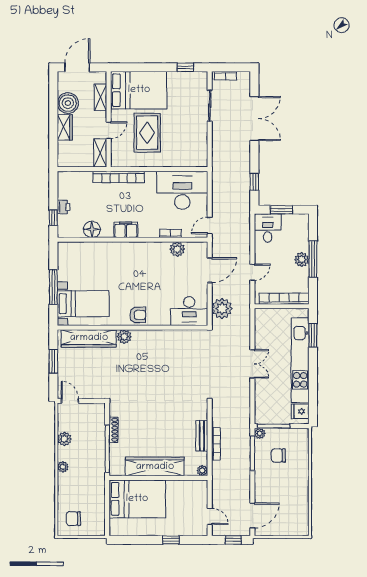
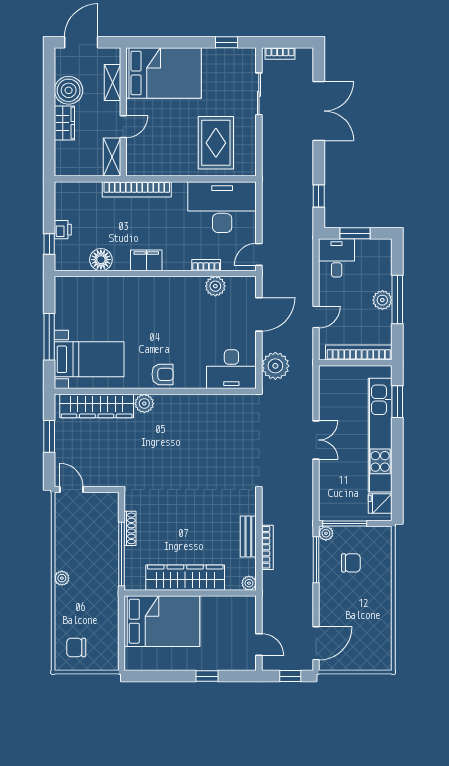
rug: (147, 133) -> (216, 143), moved
plant: (64, 439) -> (64, 541), removed
chair: (278, 455) -> (351, 563), turned 180

